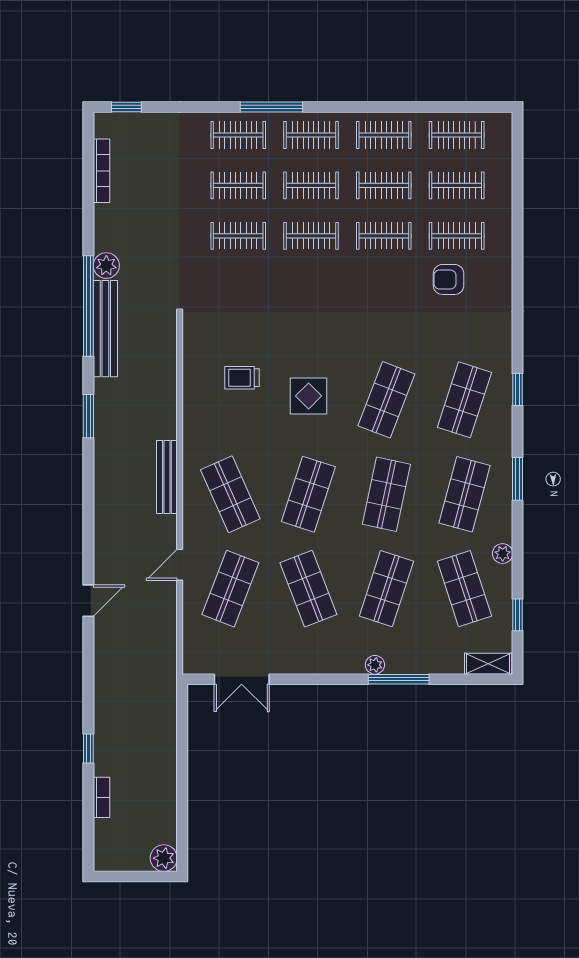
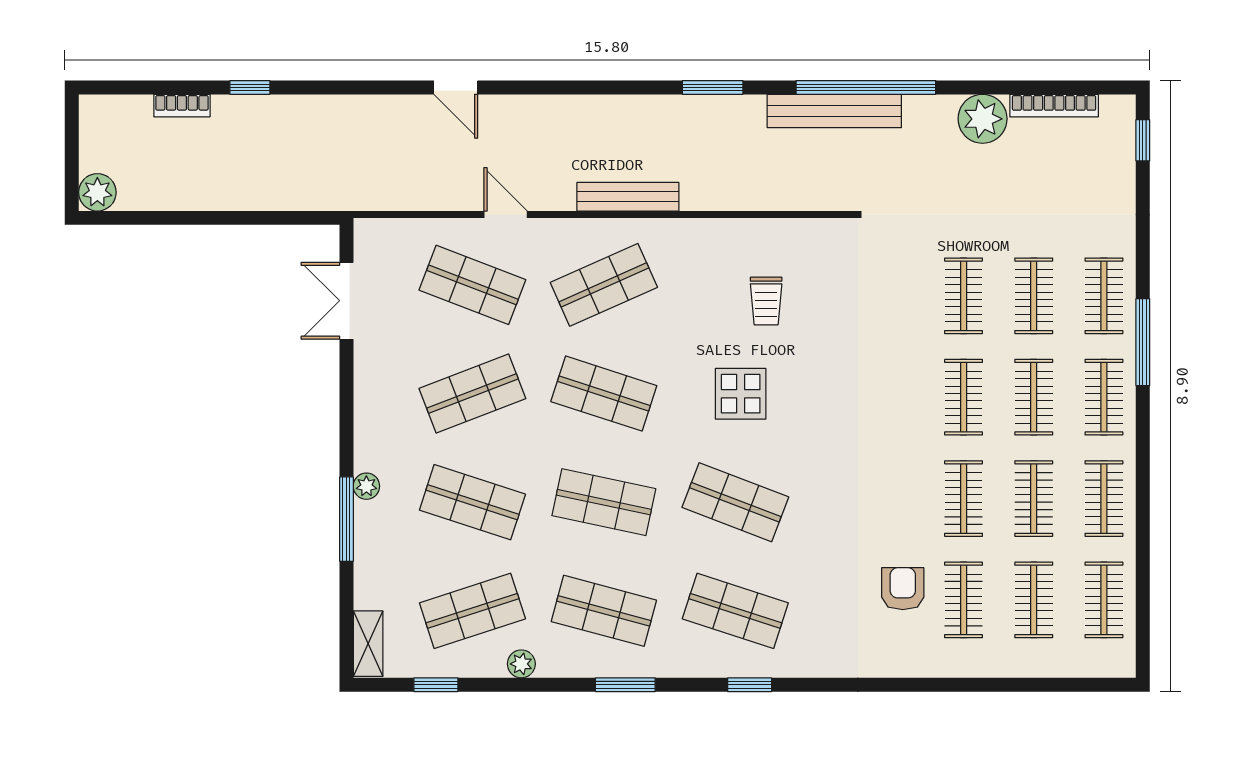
plant: (106, 266) -> (983, 119), moved, width x1.36, depth x1.36
trolley: (242, 378) -> (766, 301), turned 180

